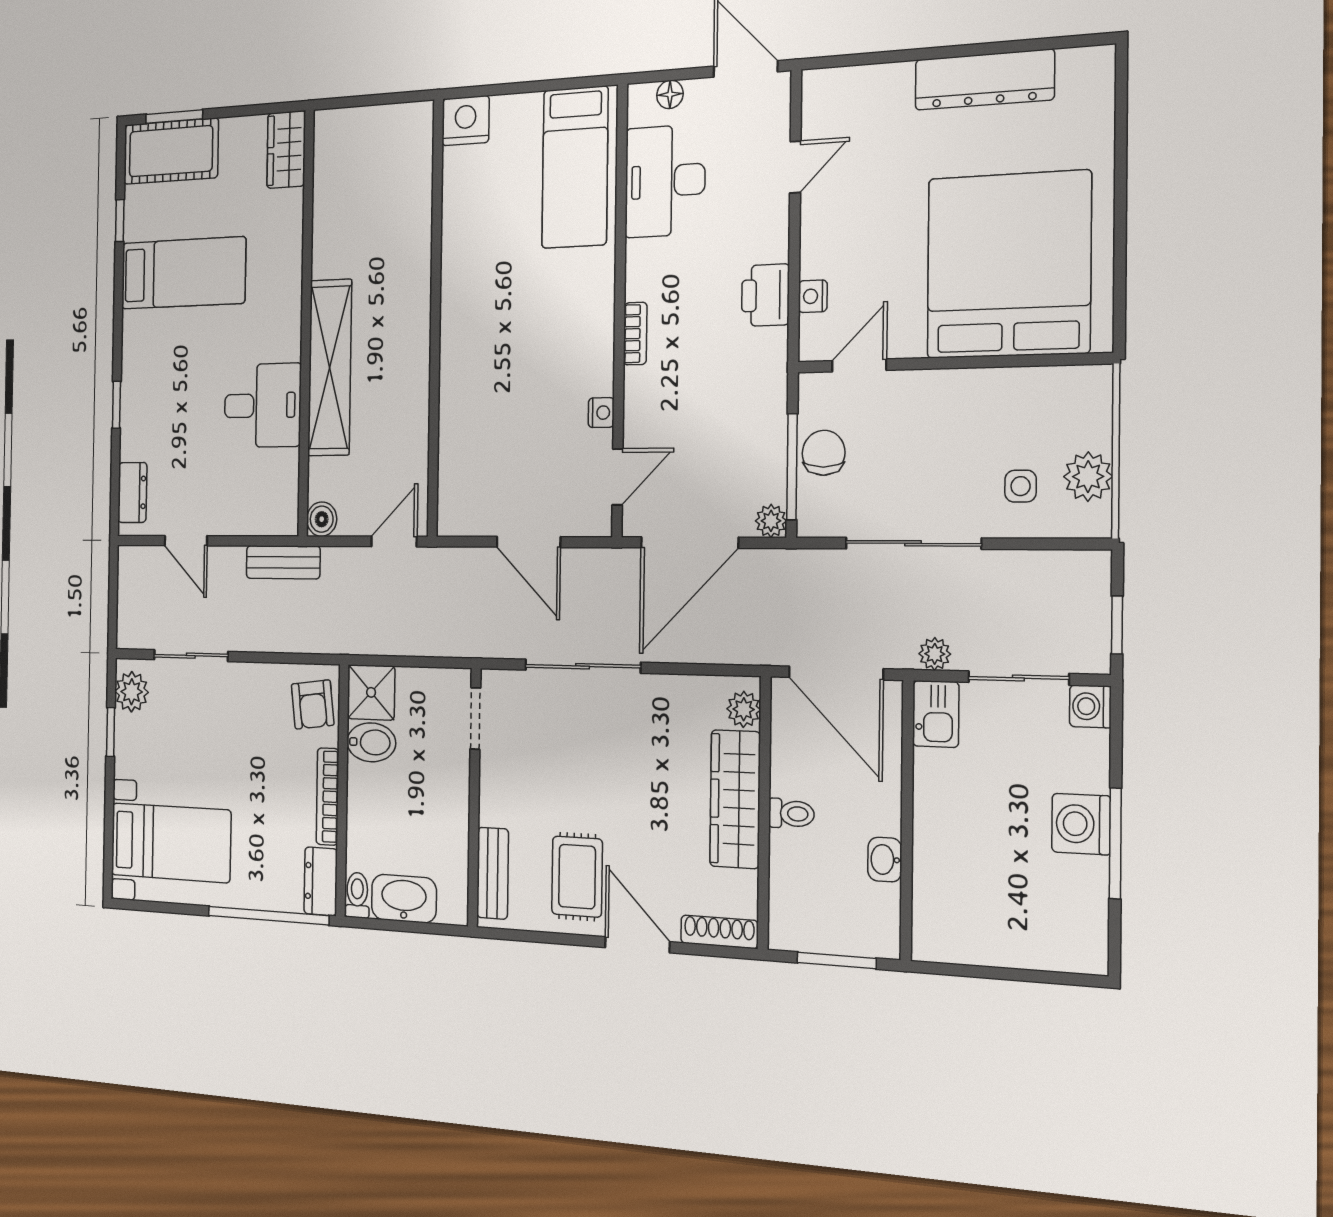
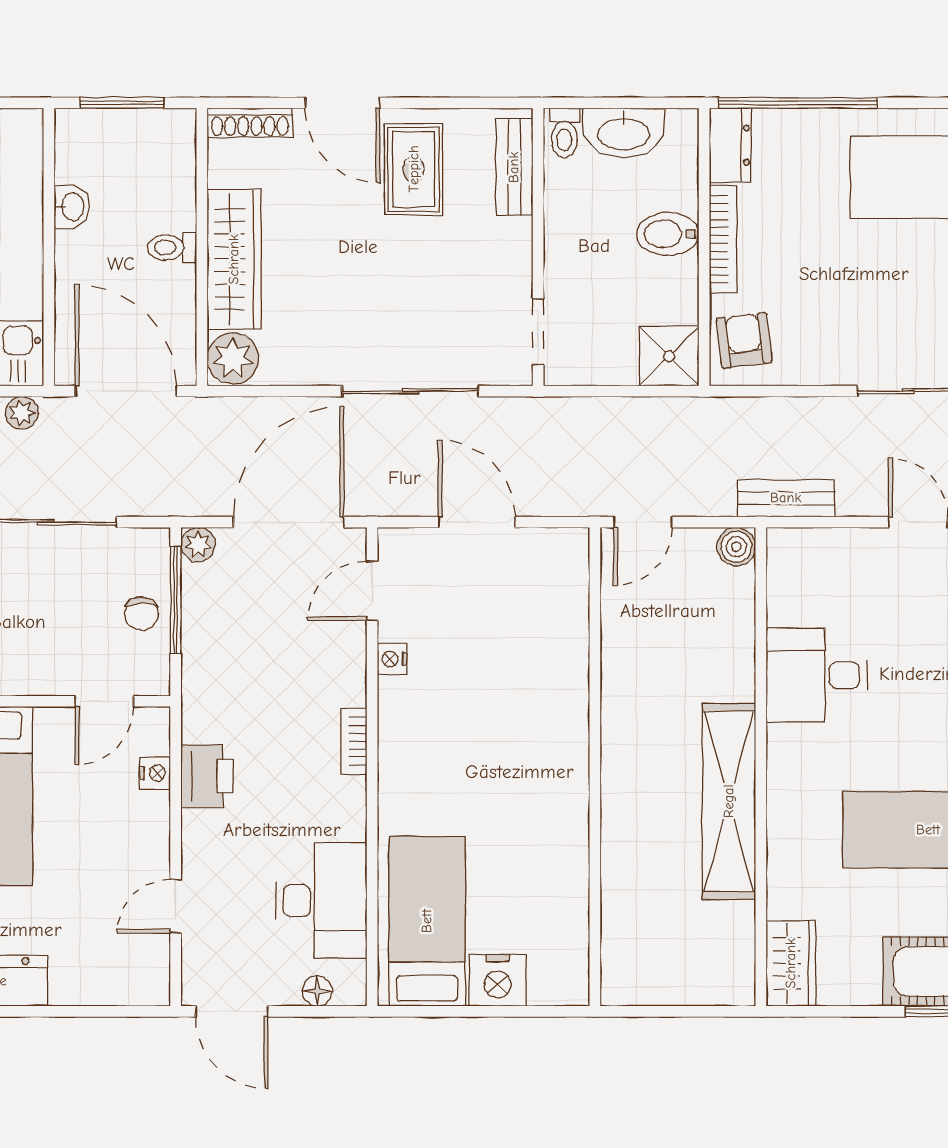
nightstand: (466, 121) -> (498, 980), moved
shelving: (330, 368) -> (729, 801), moved
chair: (824, 453) -> (141, 614), width x0.73, depth x0.73
plant: (744, 709) -> (233, 359), width x1.38, depth x1.38
bidet: (371, 742) -> (668, 234), moved
toilet: (357, 895) -> (564, 133), moved

